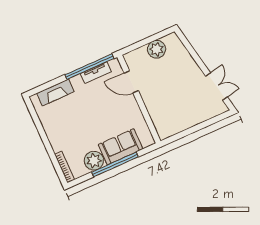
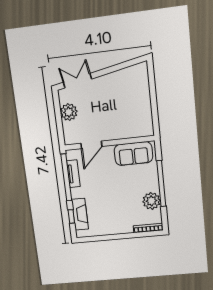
window: (50, 84) -> (71, 216), added
double door: (217, 86) -> (77, 81), moved
sofa: (121, 147) -> (133, 154), moved, turned -90

